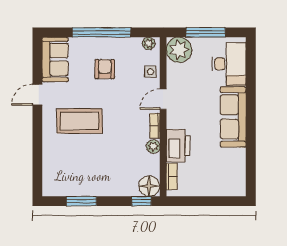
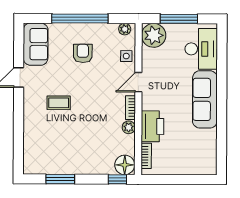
coffee table: (79, 121) -> (59, 103), width x0.54, depth x0.58

